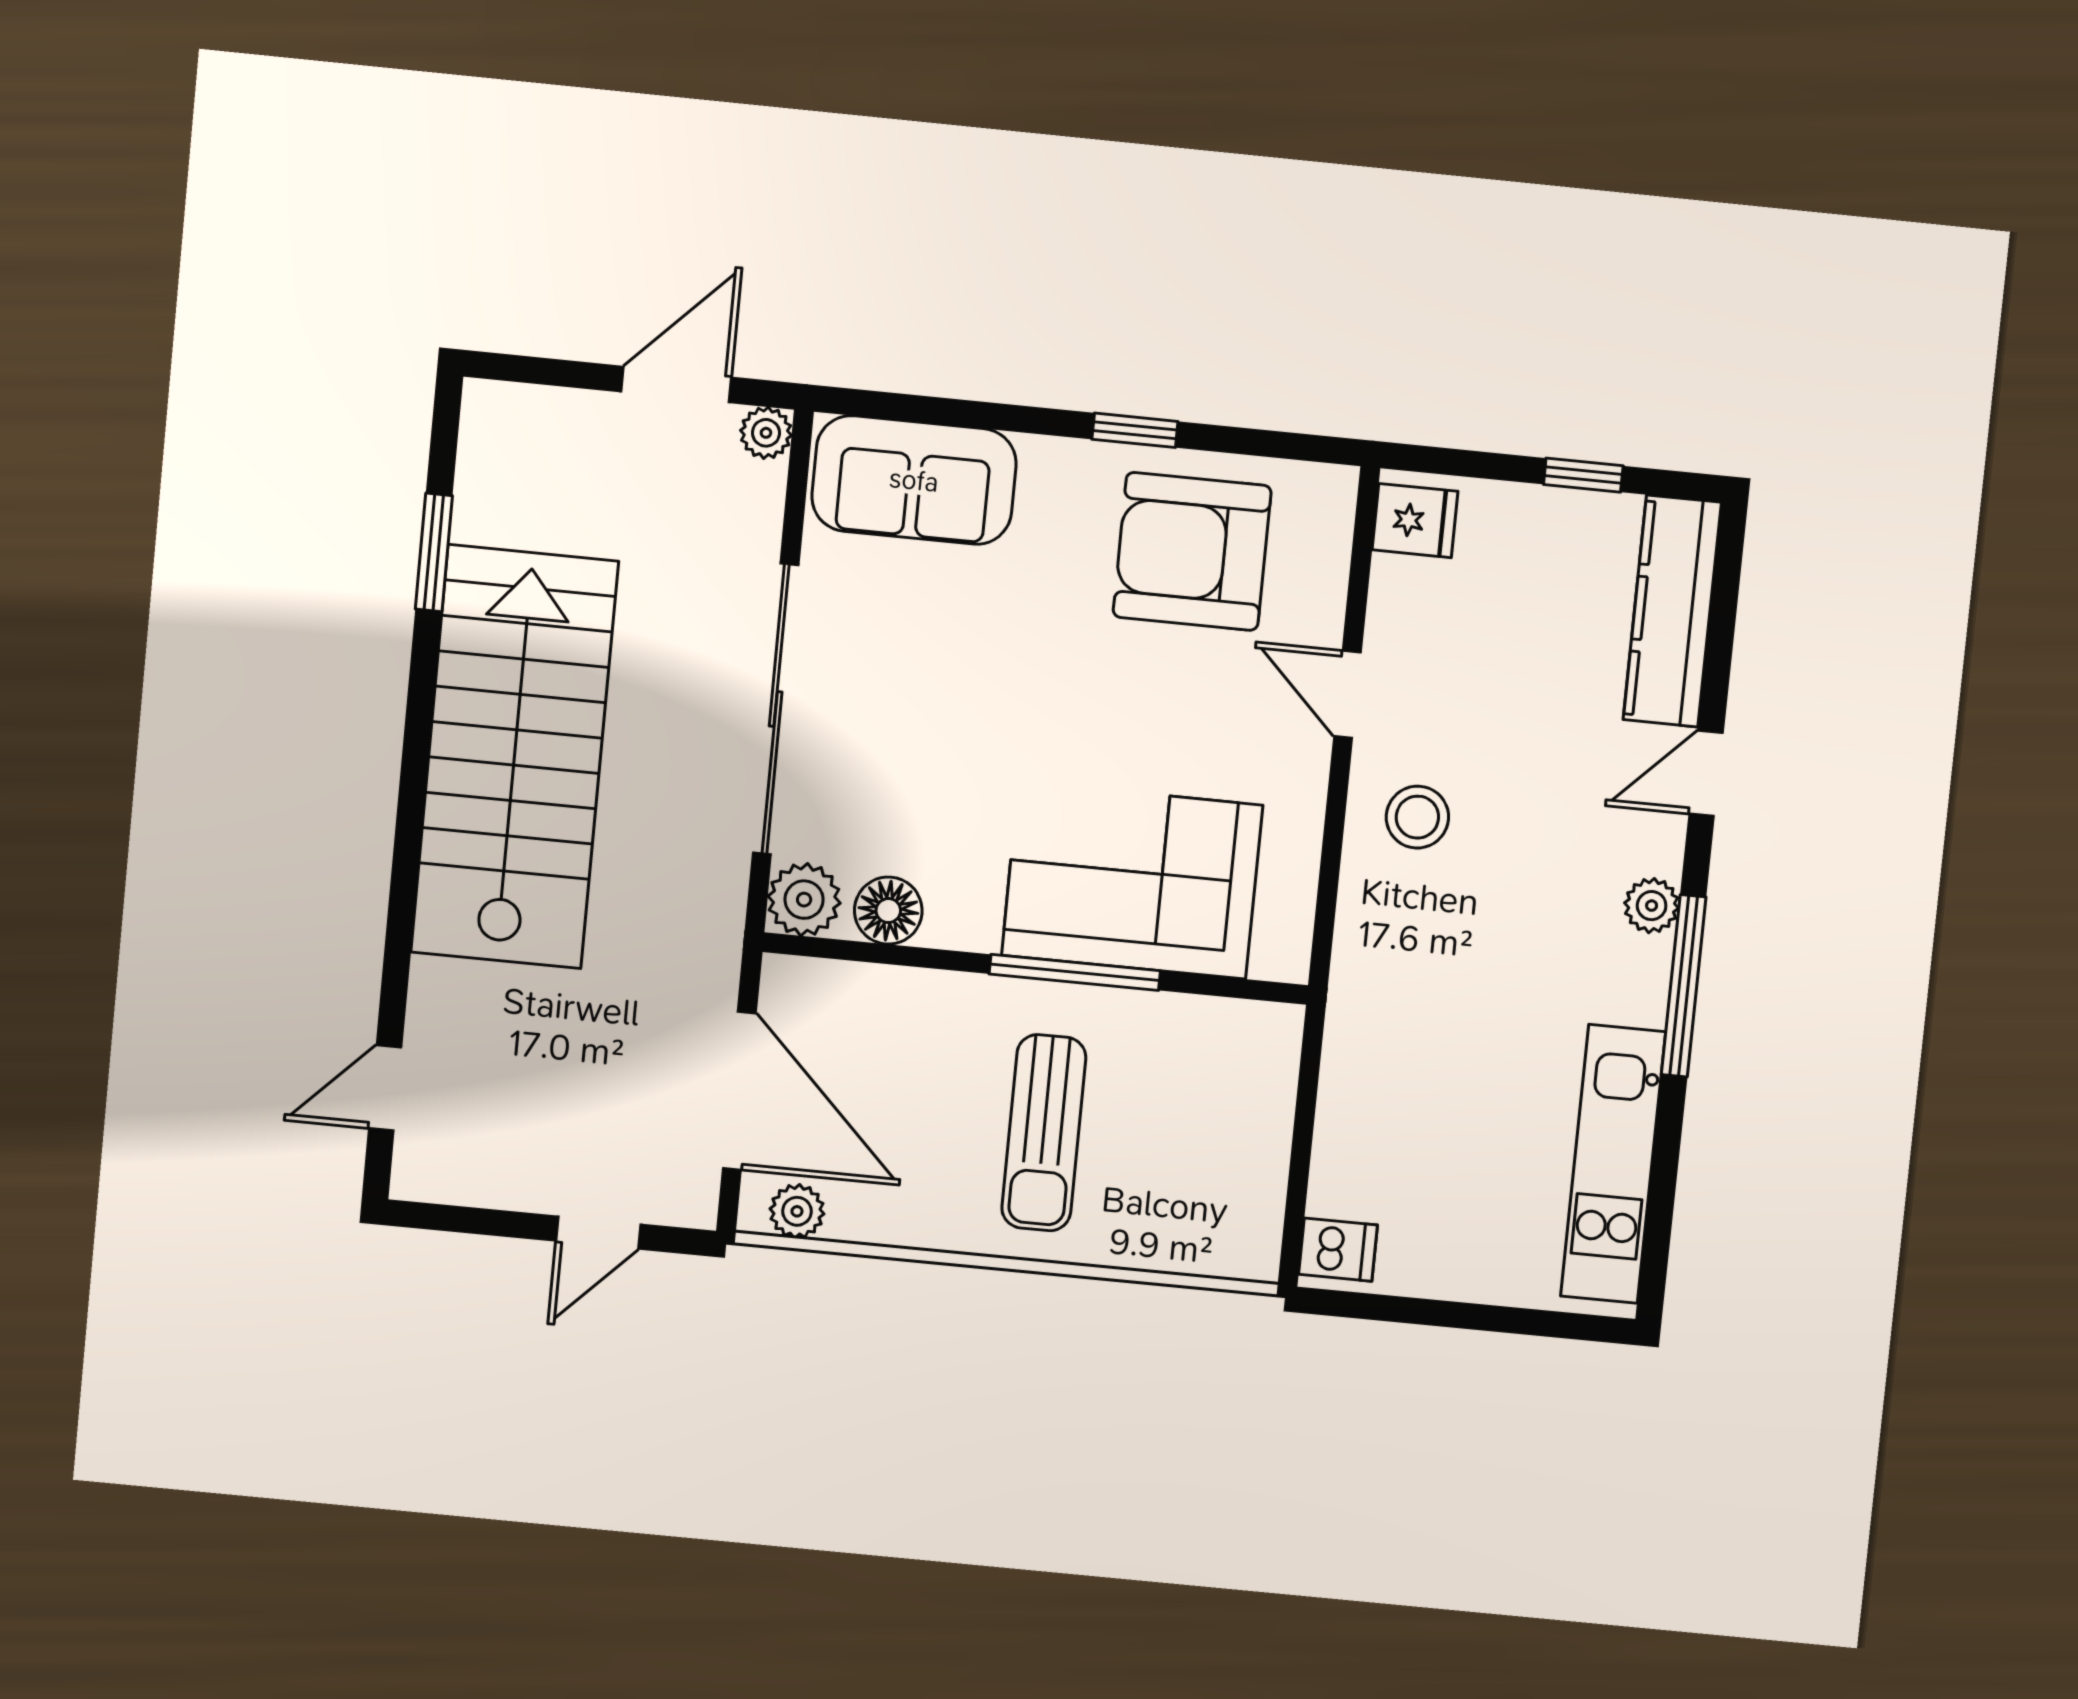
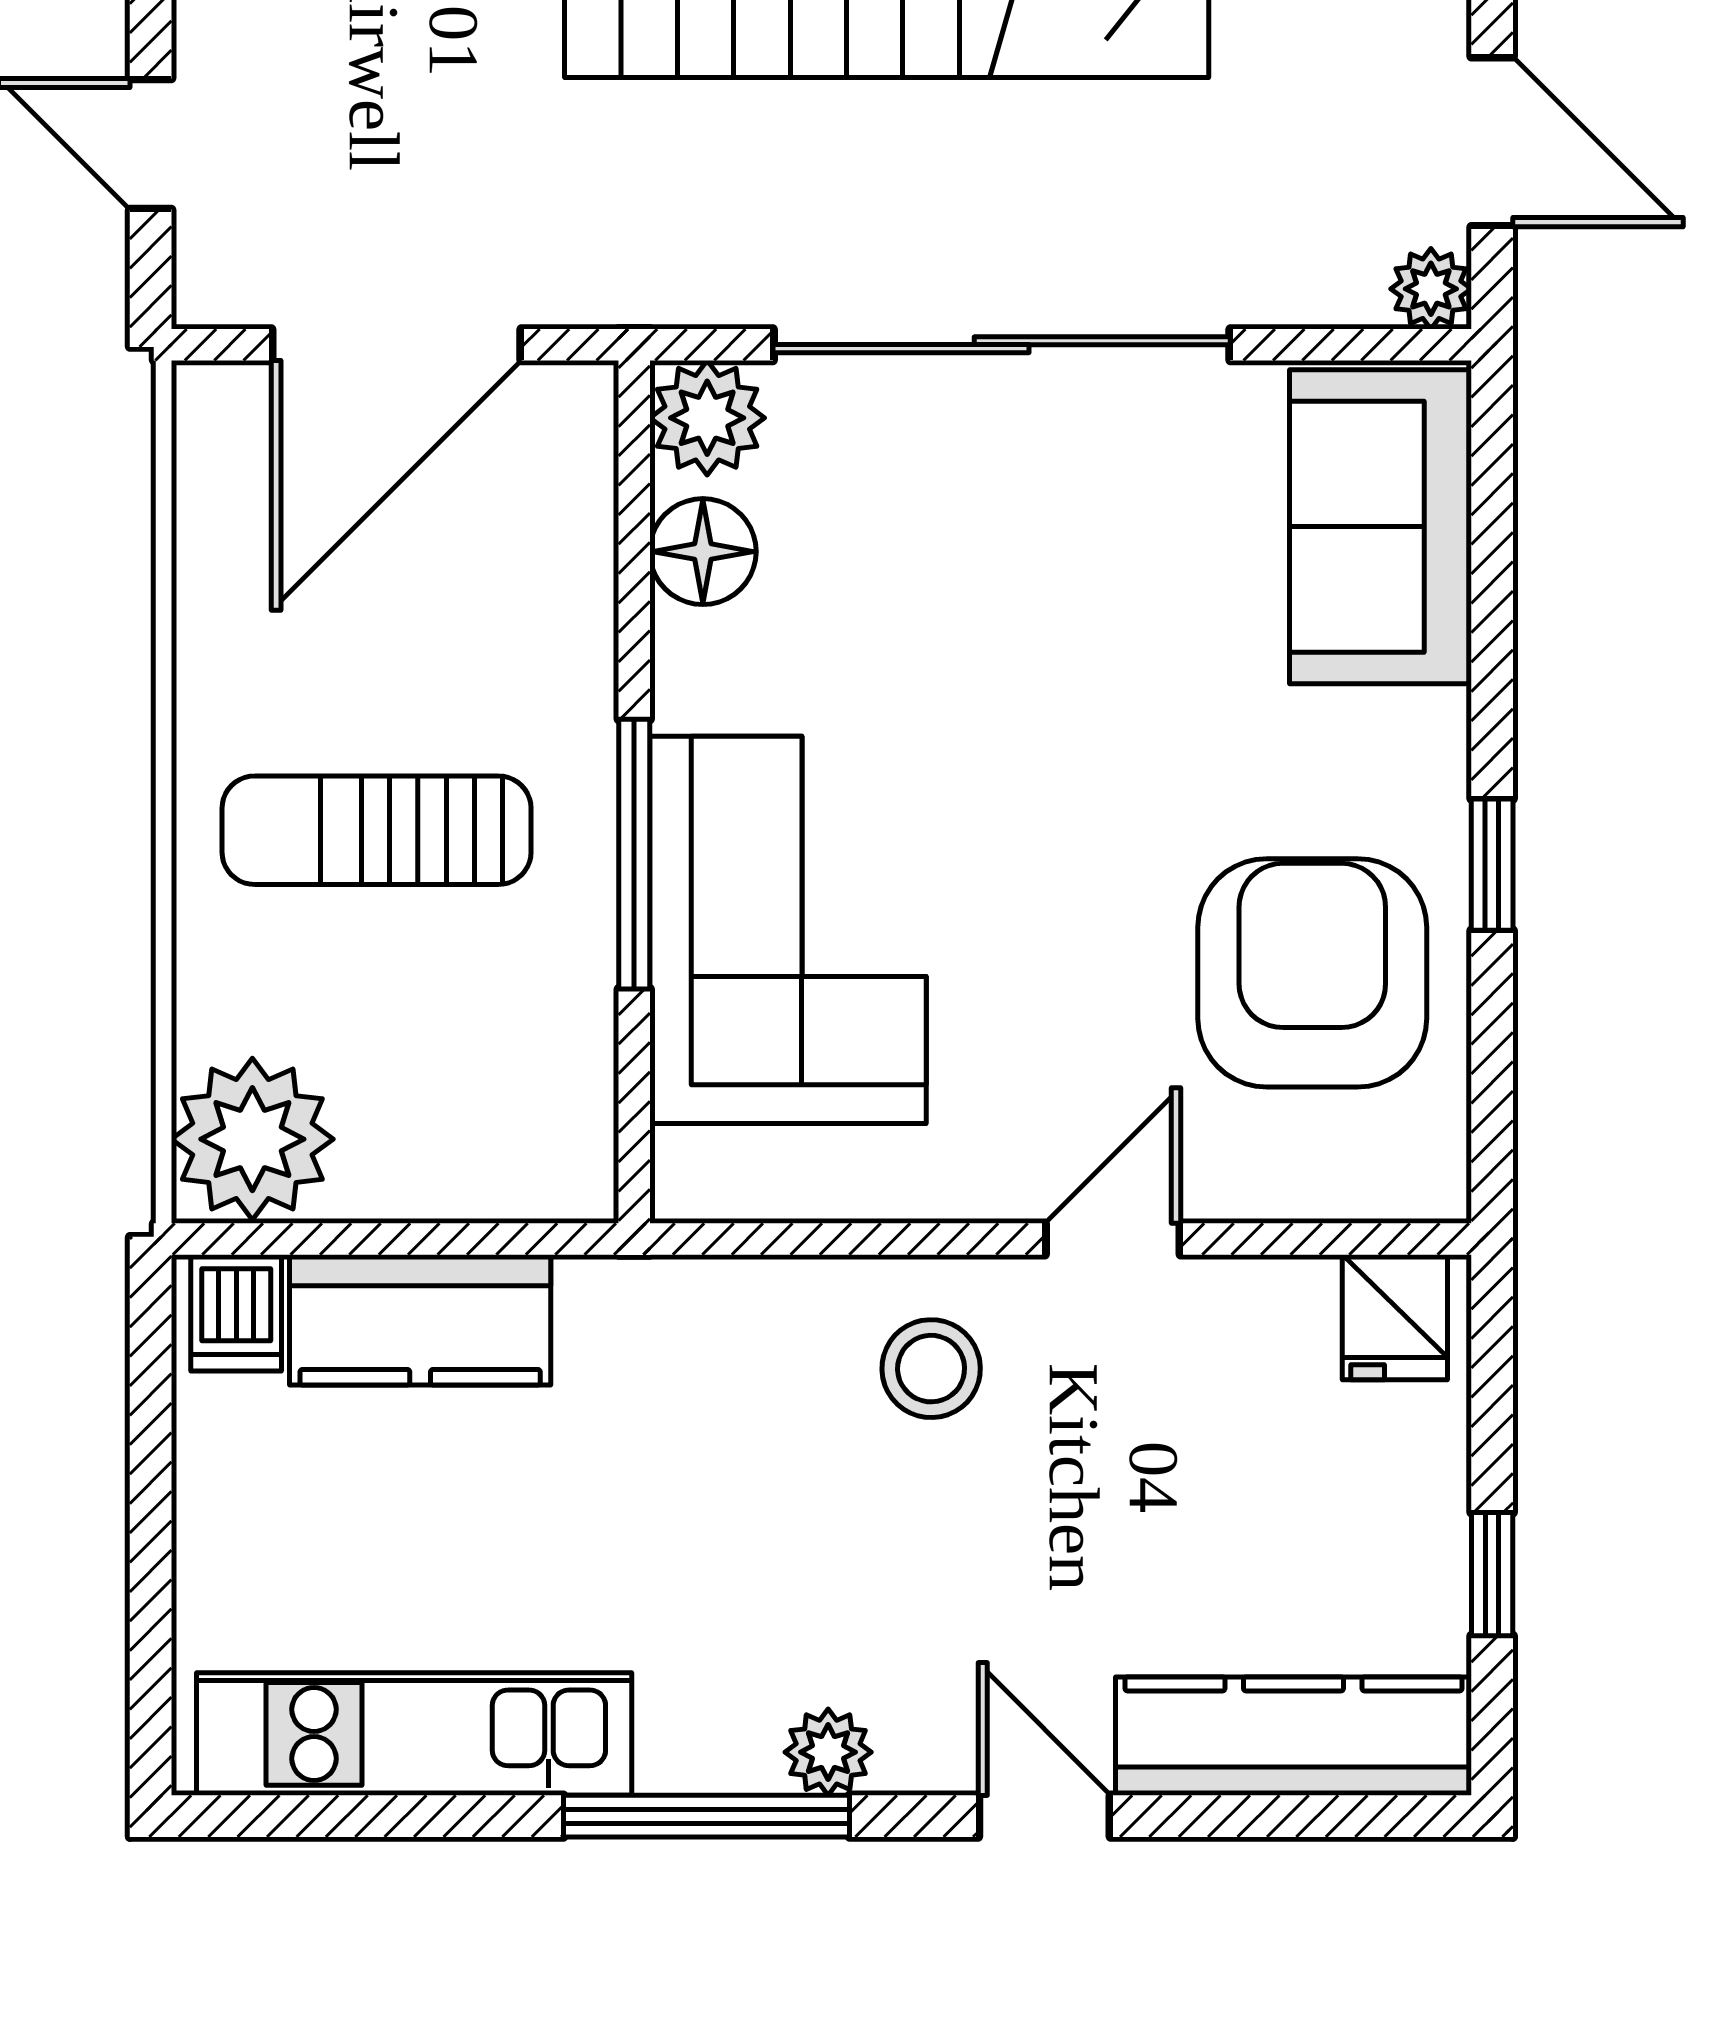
kitchen counter: (1354, 1135) -> (420, 1320), added
plant: (797, 1211) -> (252, 1139), moved, width x1.88, depth x1.88

